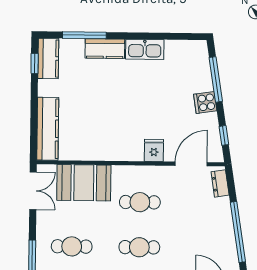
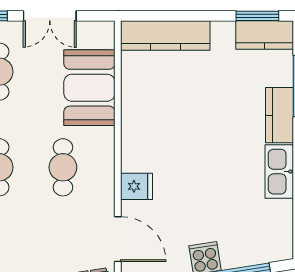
window: (35, 64) -> (257, 16), width x1.50
double door: (33, 191) -> (50, 16), moved

